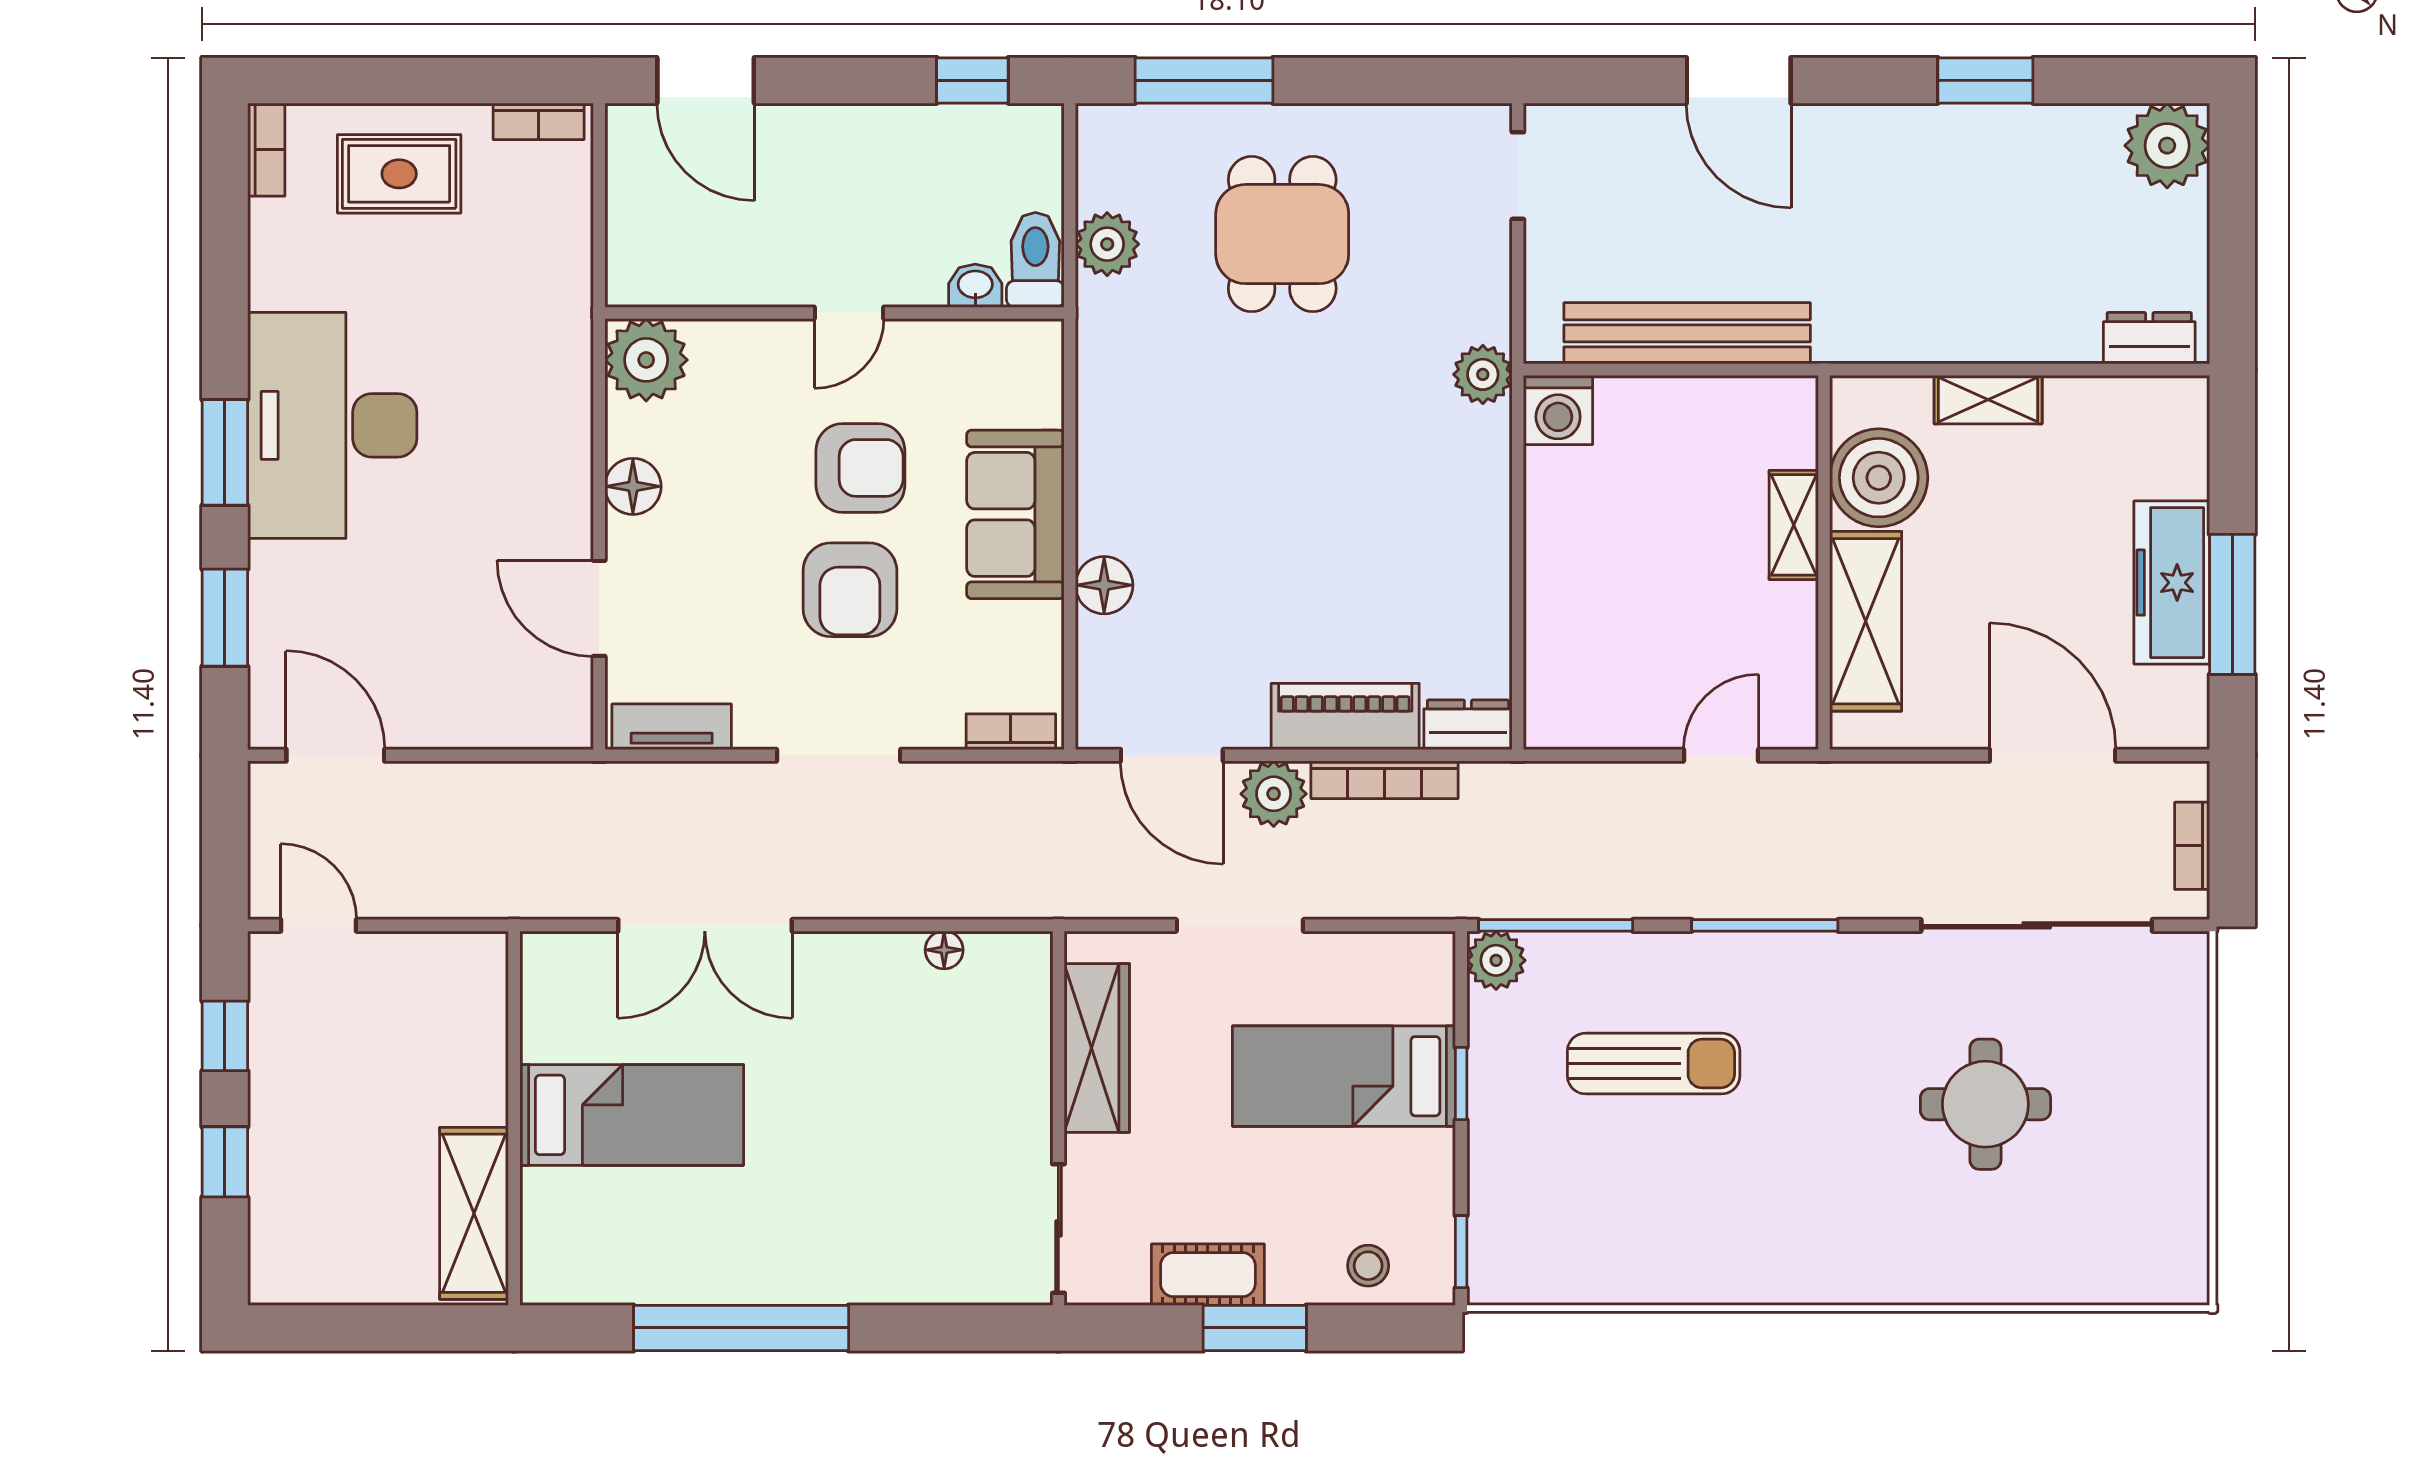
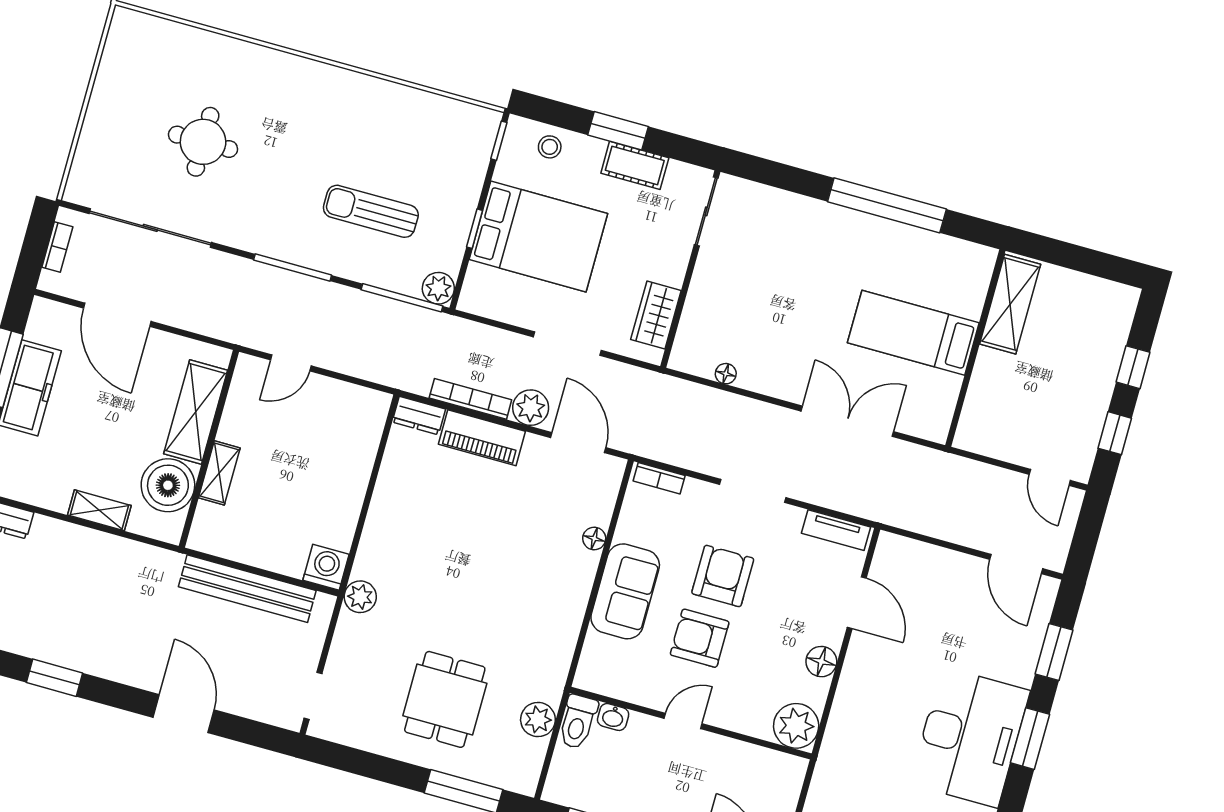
floor lamp: (1104, 585) -> (594, 538), width x0.73, depth x0.73
wardrobe: (1097, 1048) -> (656, 315), width x0.67
bed: (1344, 1076) -> (538, 236), width x1.50

